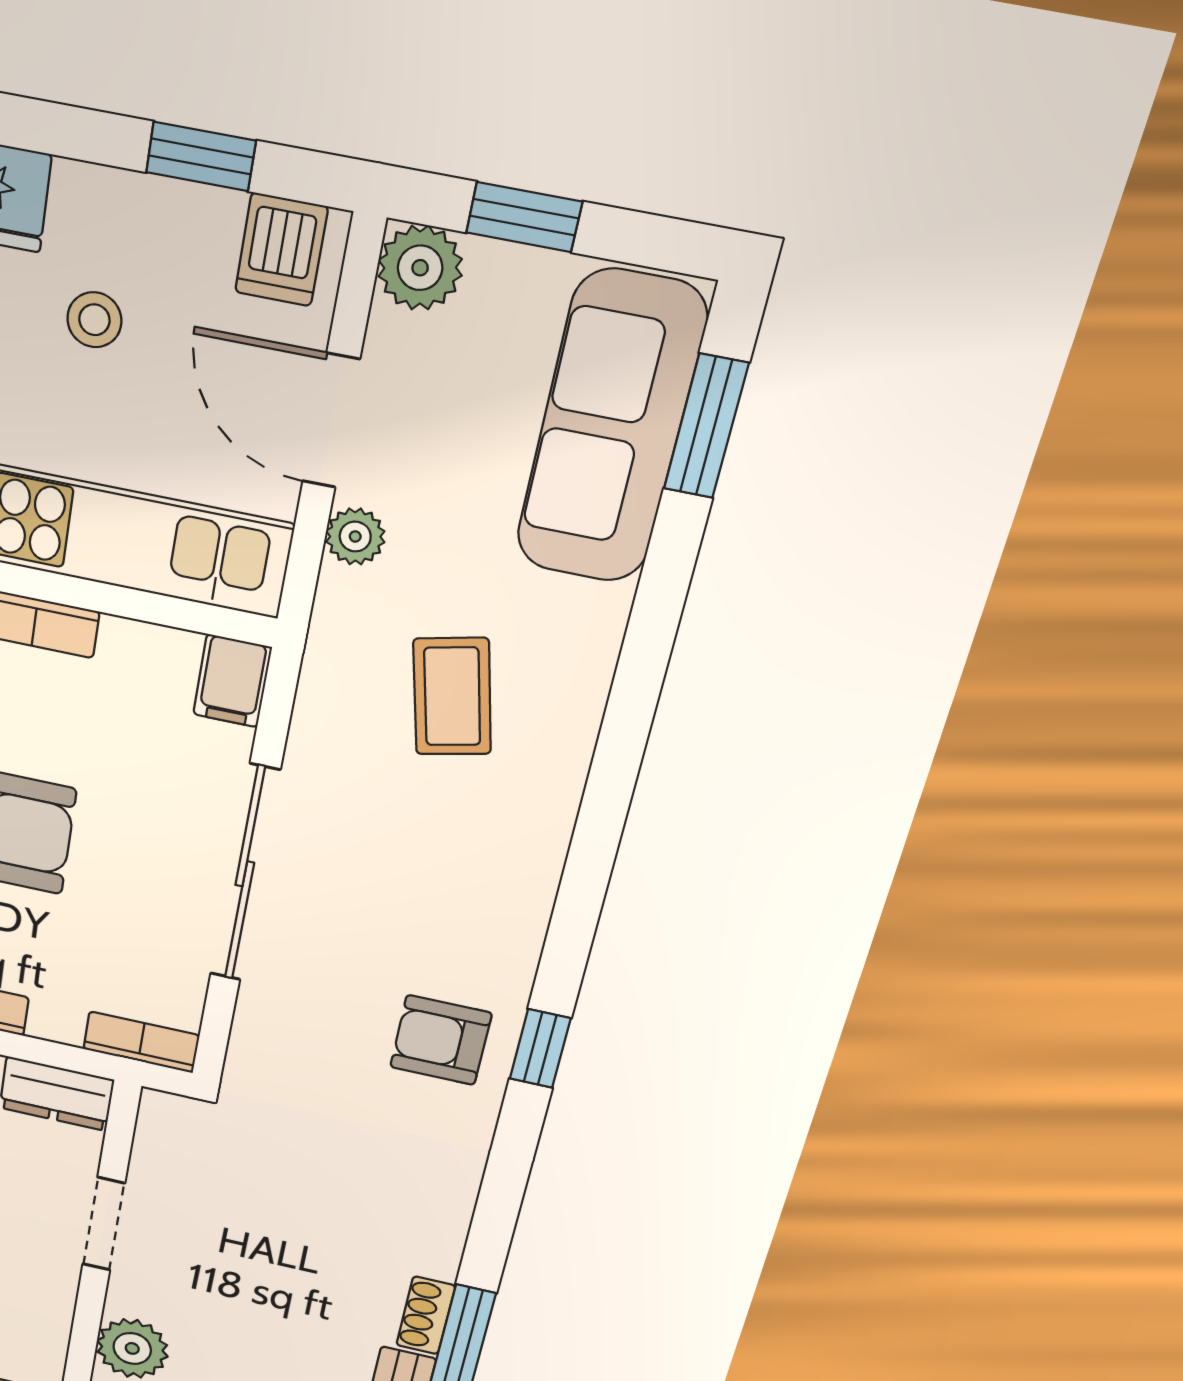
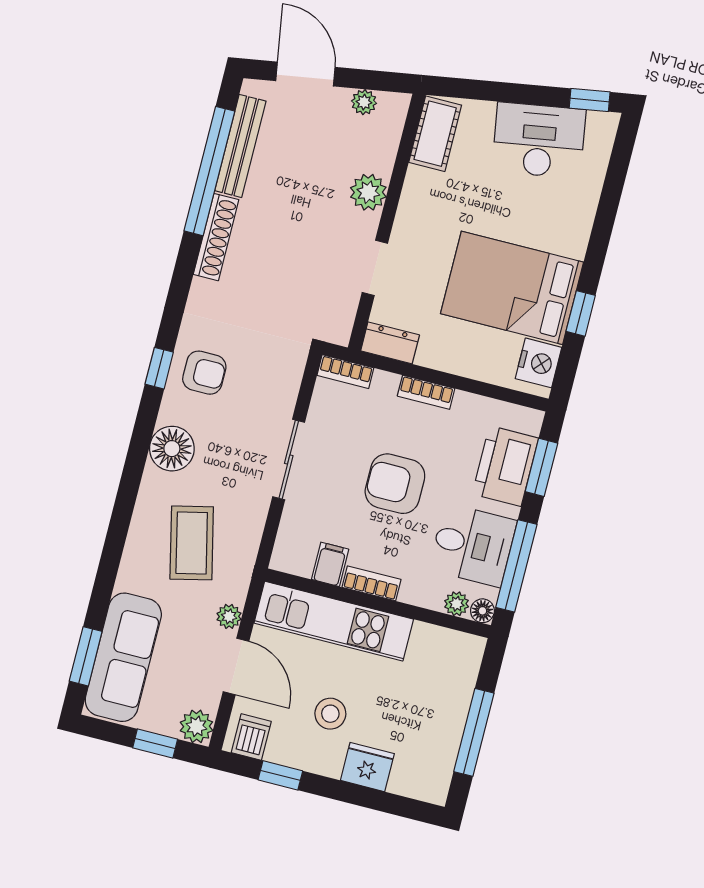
stool: (94, 320) -> (330, 714), width x1.37, depth x1.37
filing cabinet: (232, 681) -> (330, 564), moved
coffee table: (452, 697) -> (192, 543), width x1.36, depth x1.30
sliding door: (245, 874) -> (289, 460), width x0.73
floor lamp: (506, 892) -> (172, 449), added
shoe rack: (426, 1315) -> (216, 237), width x1.94, depth x1.24

